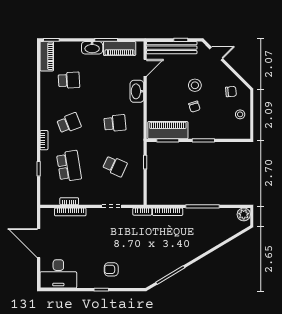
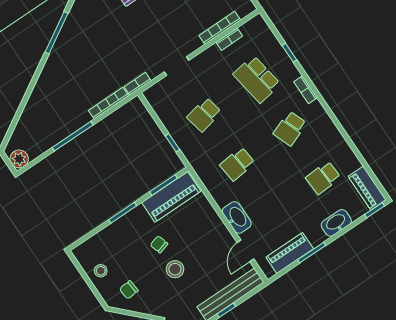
washbasin: (92, 48) -> (336, 223), moved
school desk: (115, 166) -> (204, 115), turned -36

